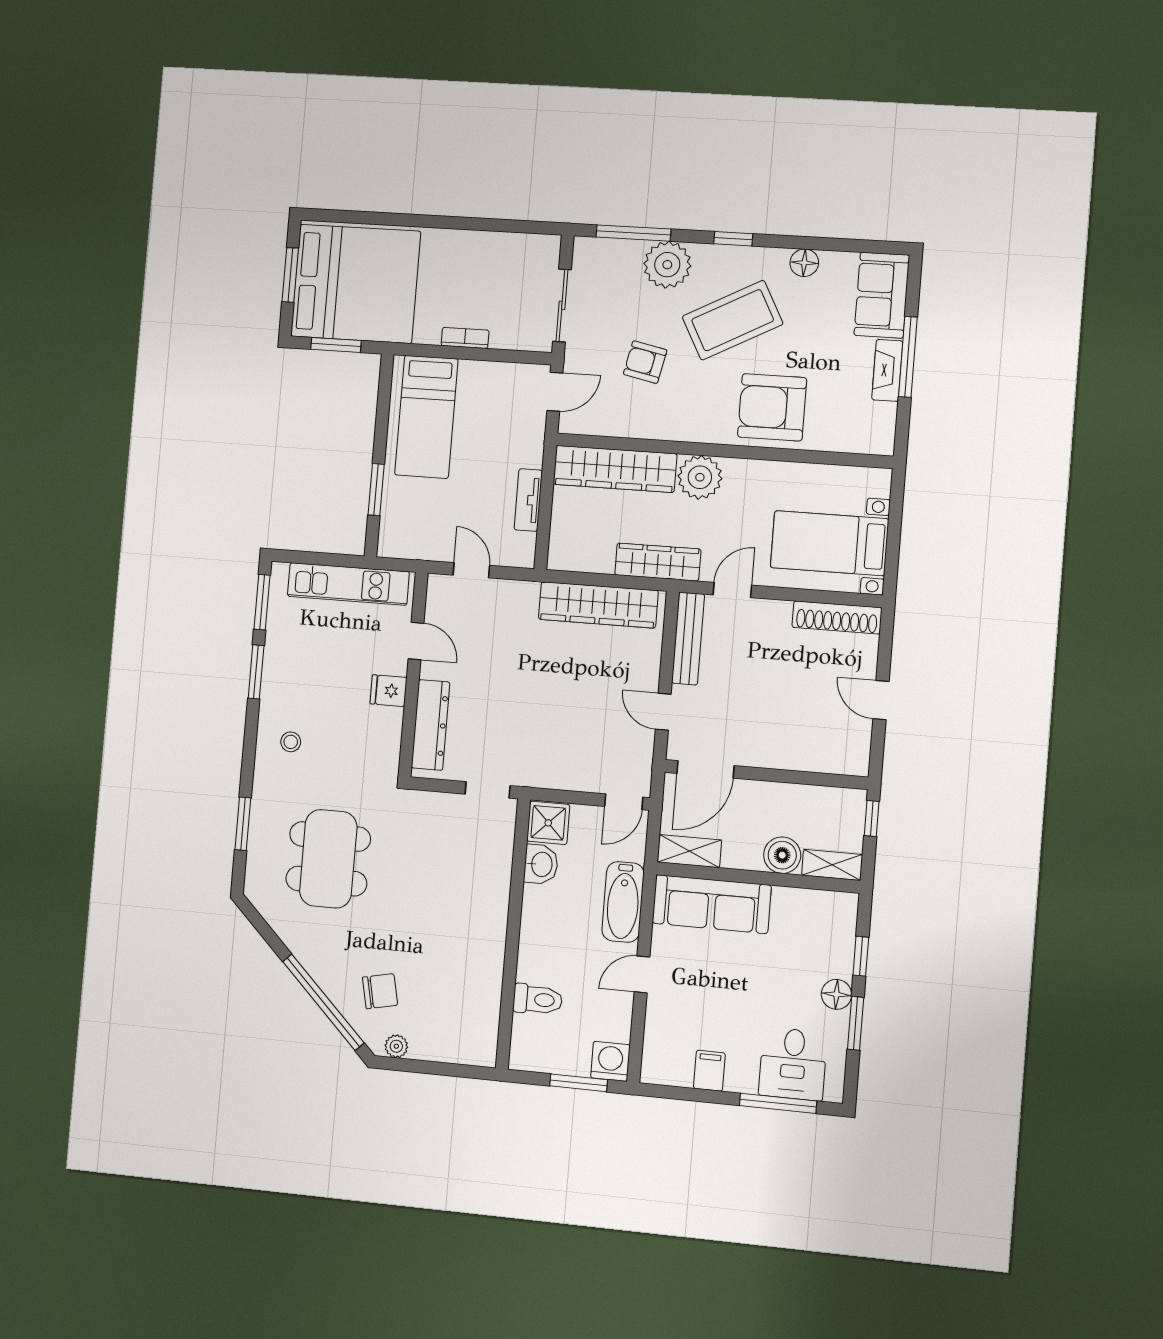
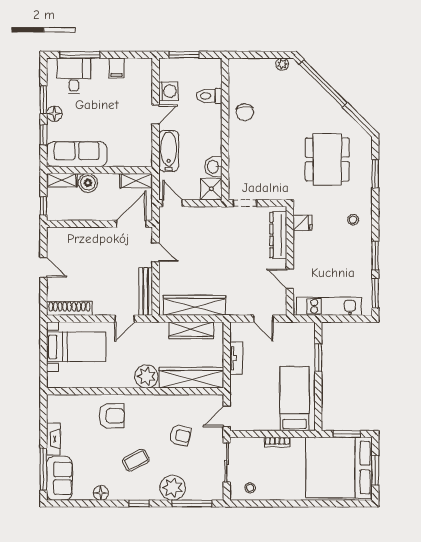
stool: (522, 256) -> (250, 488), added
coffee table: (733, 320) -> (136, 460), width x0.54, depth x0.58
window: (908, 357) -> (43, 469), moved
armchair: (772, 407) -> (112, 416), width x0.73, depth x0.73
wardrobe: (658, 562) -> (191, 330), moved
fridge: (389, 691) -> (302, 223), moved
door: (624, 802) -> (172, 203), hinge flipped
sofa: (712, 904) -> (77, 154), moved
chair: (380, 991) -> (245, 112), moved, turned -83
washing machine: (610, 1061) -> (168, 91), moved, turned -90

